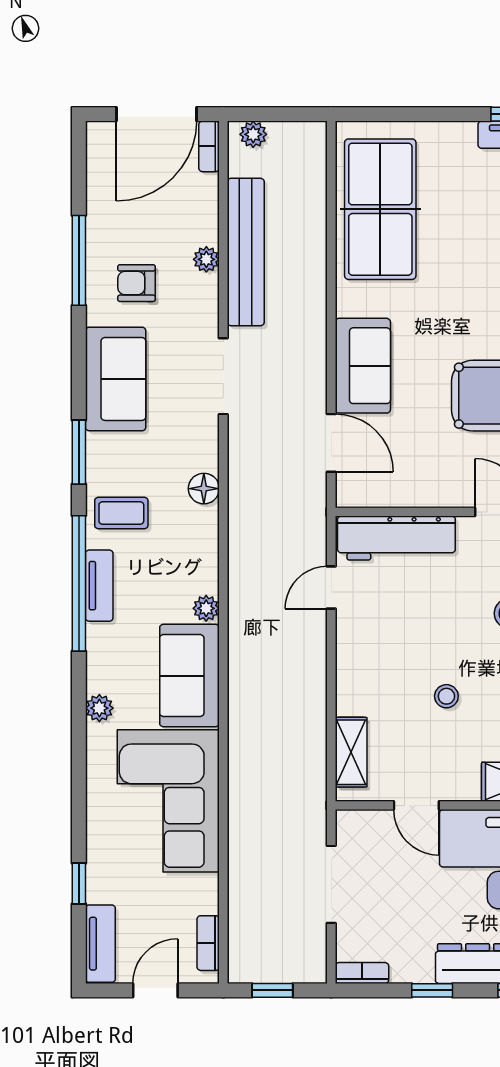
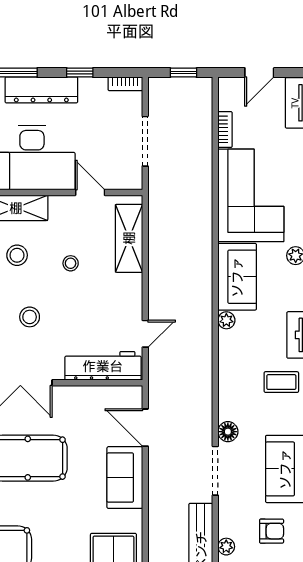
floor lamp: (204, 489) -> (228, 432), moved
shelving: (351, 752) -> (129, 238), width x1.50, depth x1.33
bookcase: (208, 943) -> (225, 130), moved

